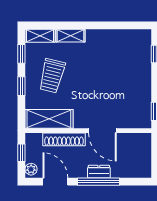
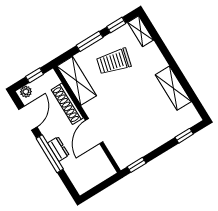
shelving: (70, 36) -> (173, 88), moved, width x1.50, depth x1.33
window: (21, 86) -> (90, 41), width x1.50

